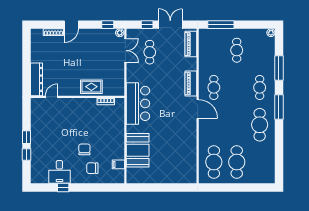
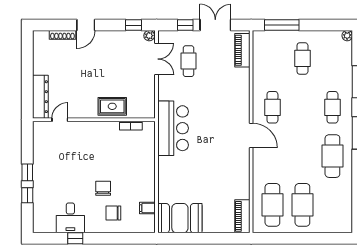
piano: (191, 83) -> (242, 216), moved
booth: (138, 150) -> (180, 218), moved, turned 90

